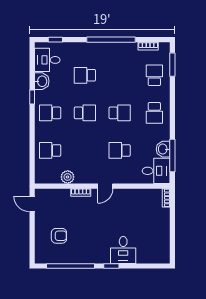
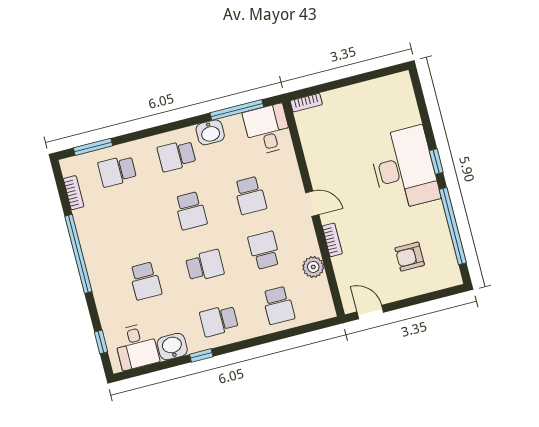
school desk: (50, 113) -> (219, 321), turned 90
school desk: (85, 113) -> (205, 266), turned 90
school desk: (120, 113) -> (191, 211), turned 180
school desk: (154, 113) -> (177, 156), turned 180
washbasin: (163, 149) -> (210, 132), moved
school desk: (85, 150) -> (264, 250), added
door: (32, 204) -> (370, 312), swing flipped
armchair: (59, 236) -> (410, 257), turned -90
desk: (123, 250) -> (404, 168), width x1.87, depth x1.30

